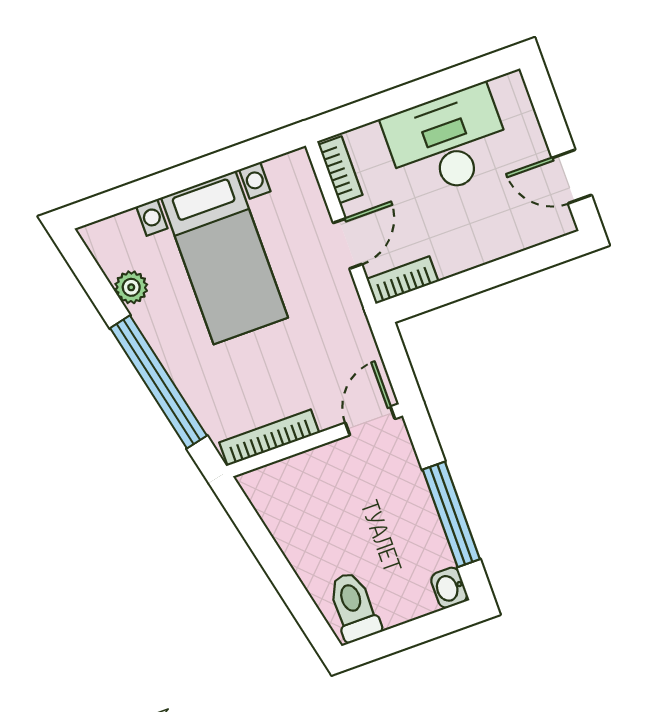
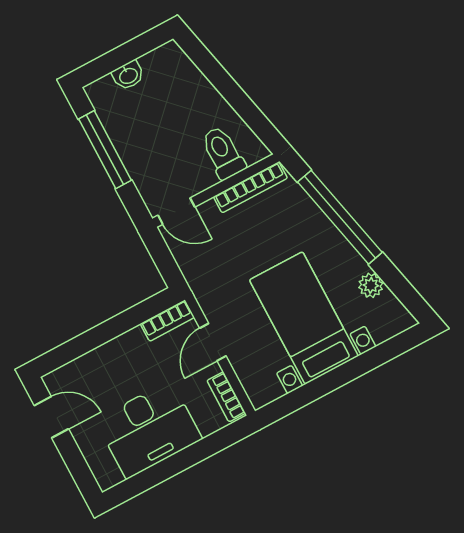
door: (370, 421) -> (176, 211), hinge flipped
washbasin: (449, 588) -> (128, 75), moved, turned 90
toilet: (354, 607) -> (223, 153), moved, turned 180

